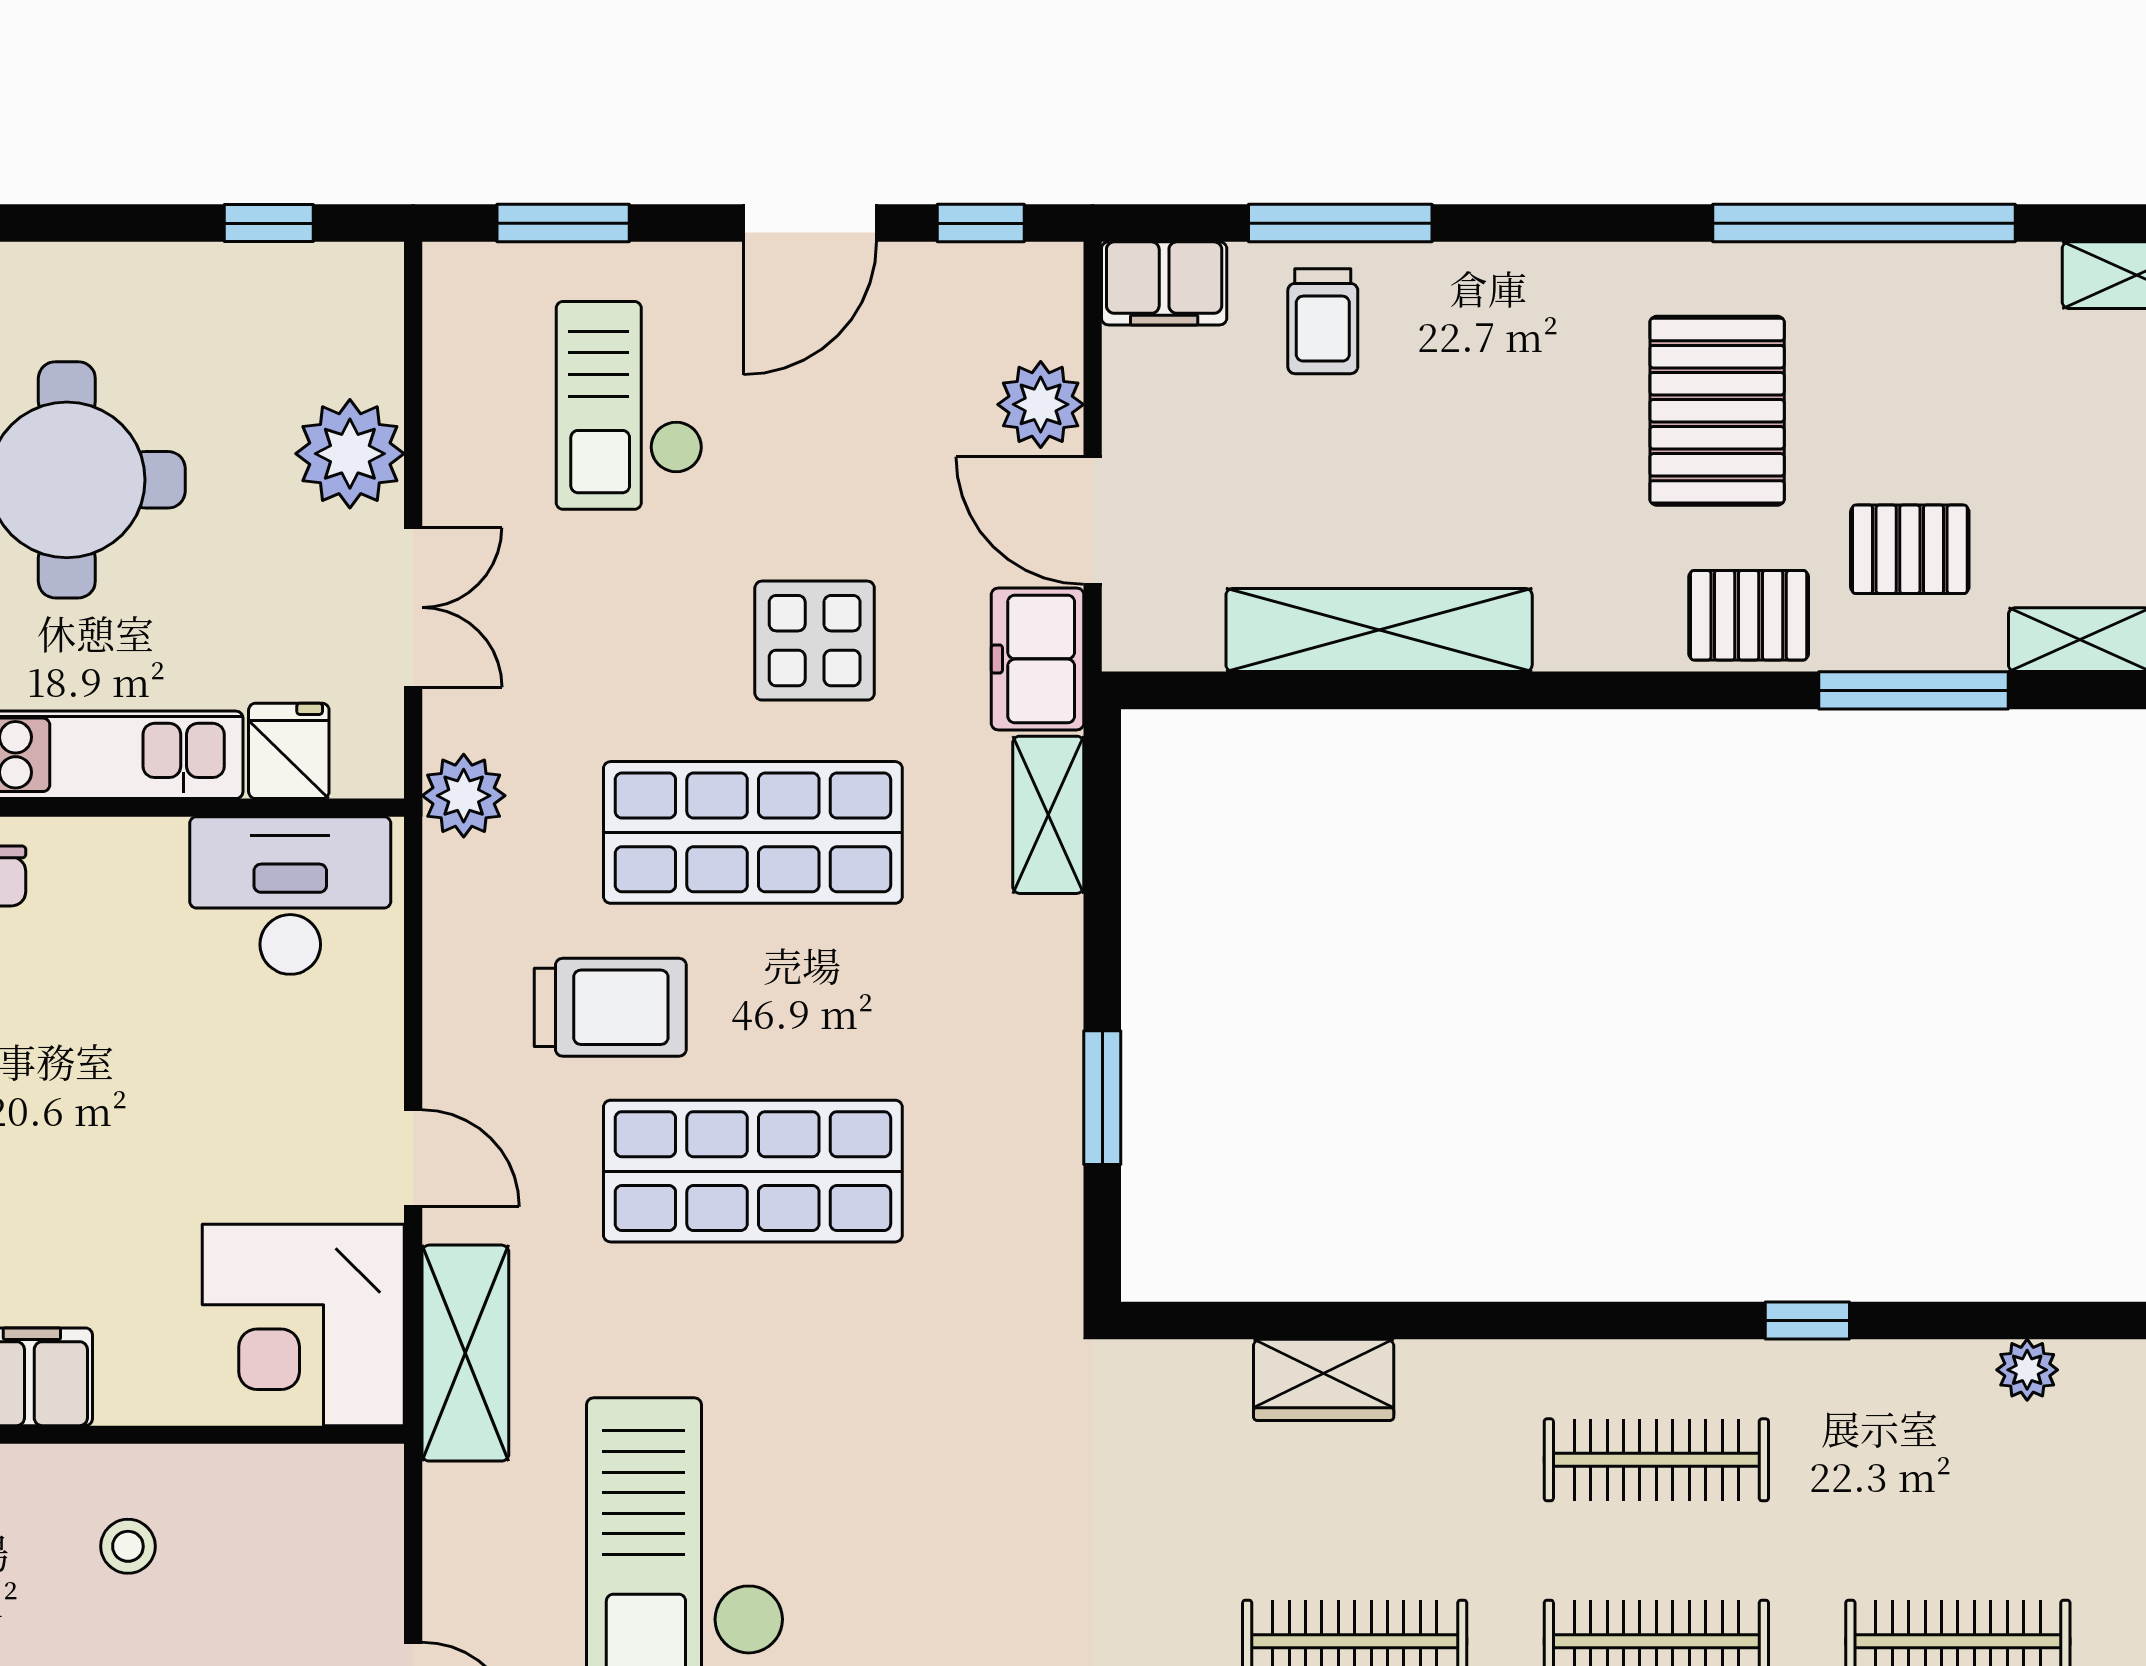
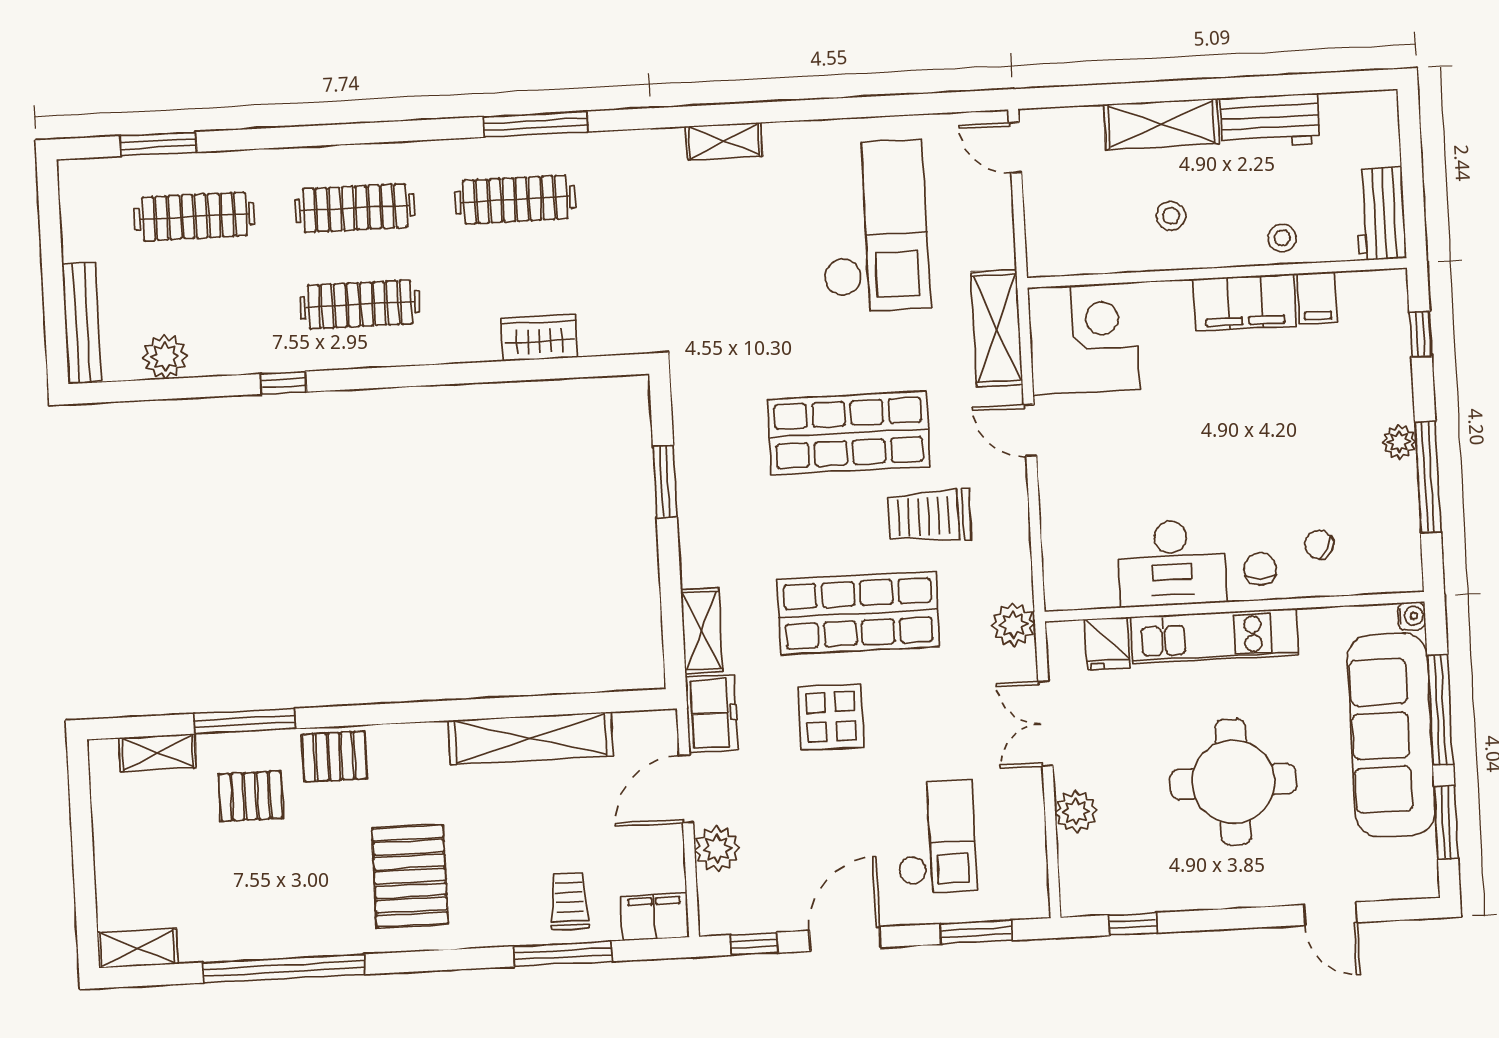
pallet: (1717, 411) -> (410, 876), moved
plant: (350, 454) -> (1076, 812), width x0.73, depth x0.73
door: (1093, 521) -> (686, 789), swing flipped
desk: (290, 896) -> (1172, 563), moved
plant: (2027, 1370) -> (165, 357), width x1.38, depth x1.38

